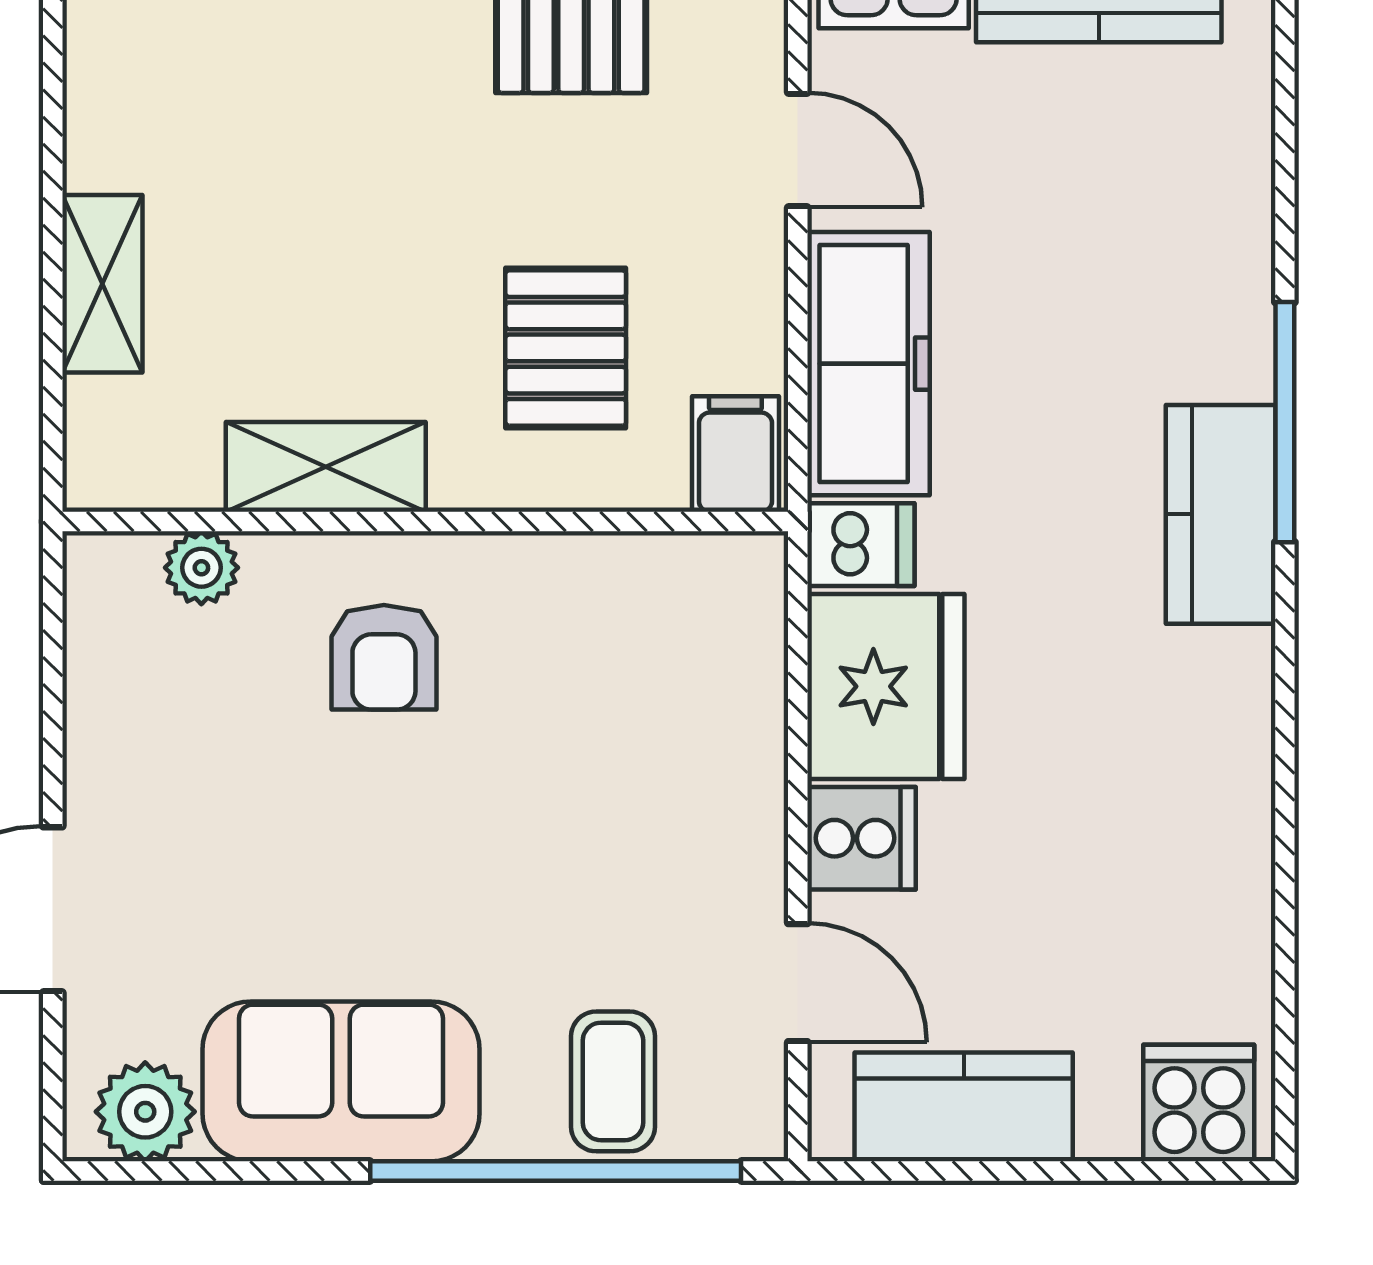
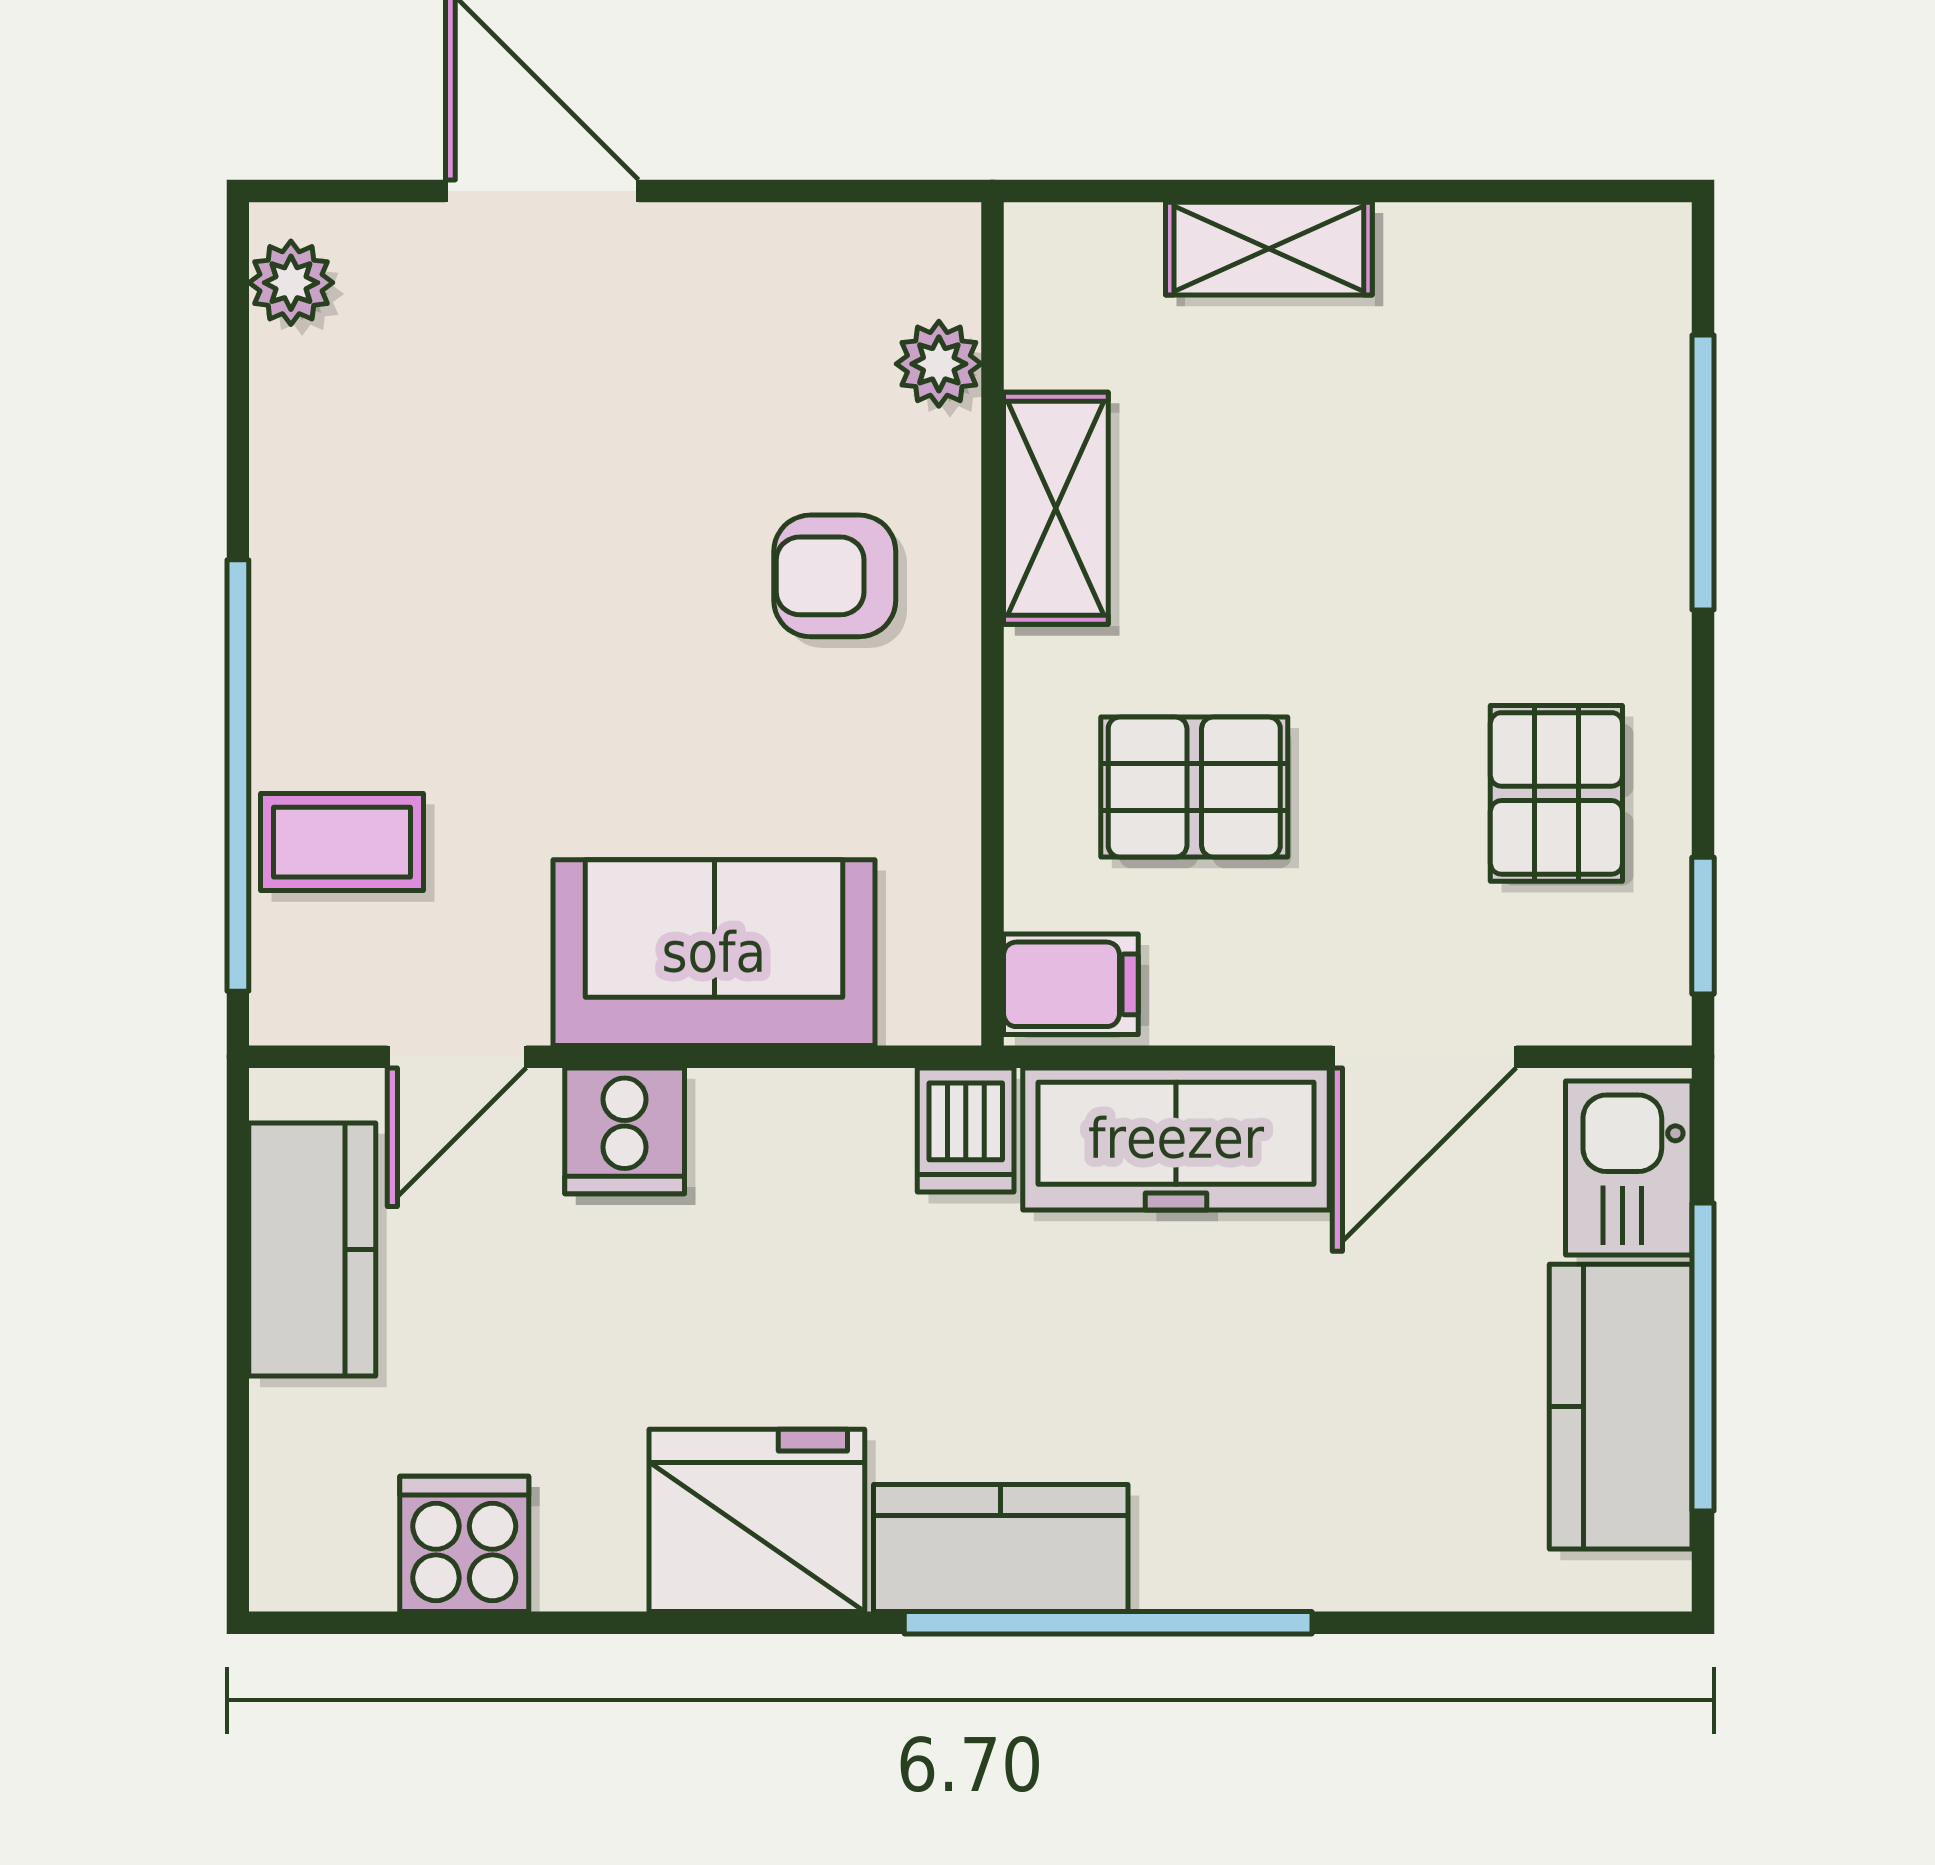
door: (798, 150) -> (1424, 1057), width x1.38
window: (1285, 422) -> (1108, 1623), width x1.46
fridge: (886, 686) -> (757, 1520), moved, turned 180
sofa: (341, 1081) -> (714, 953), moved, turned -90
cooker: (1199, 1103) -> (464, 1544), moved, turned -90
plant: (145, 1112) -> (291, 283), width x0.73, depth x0.73

